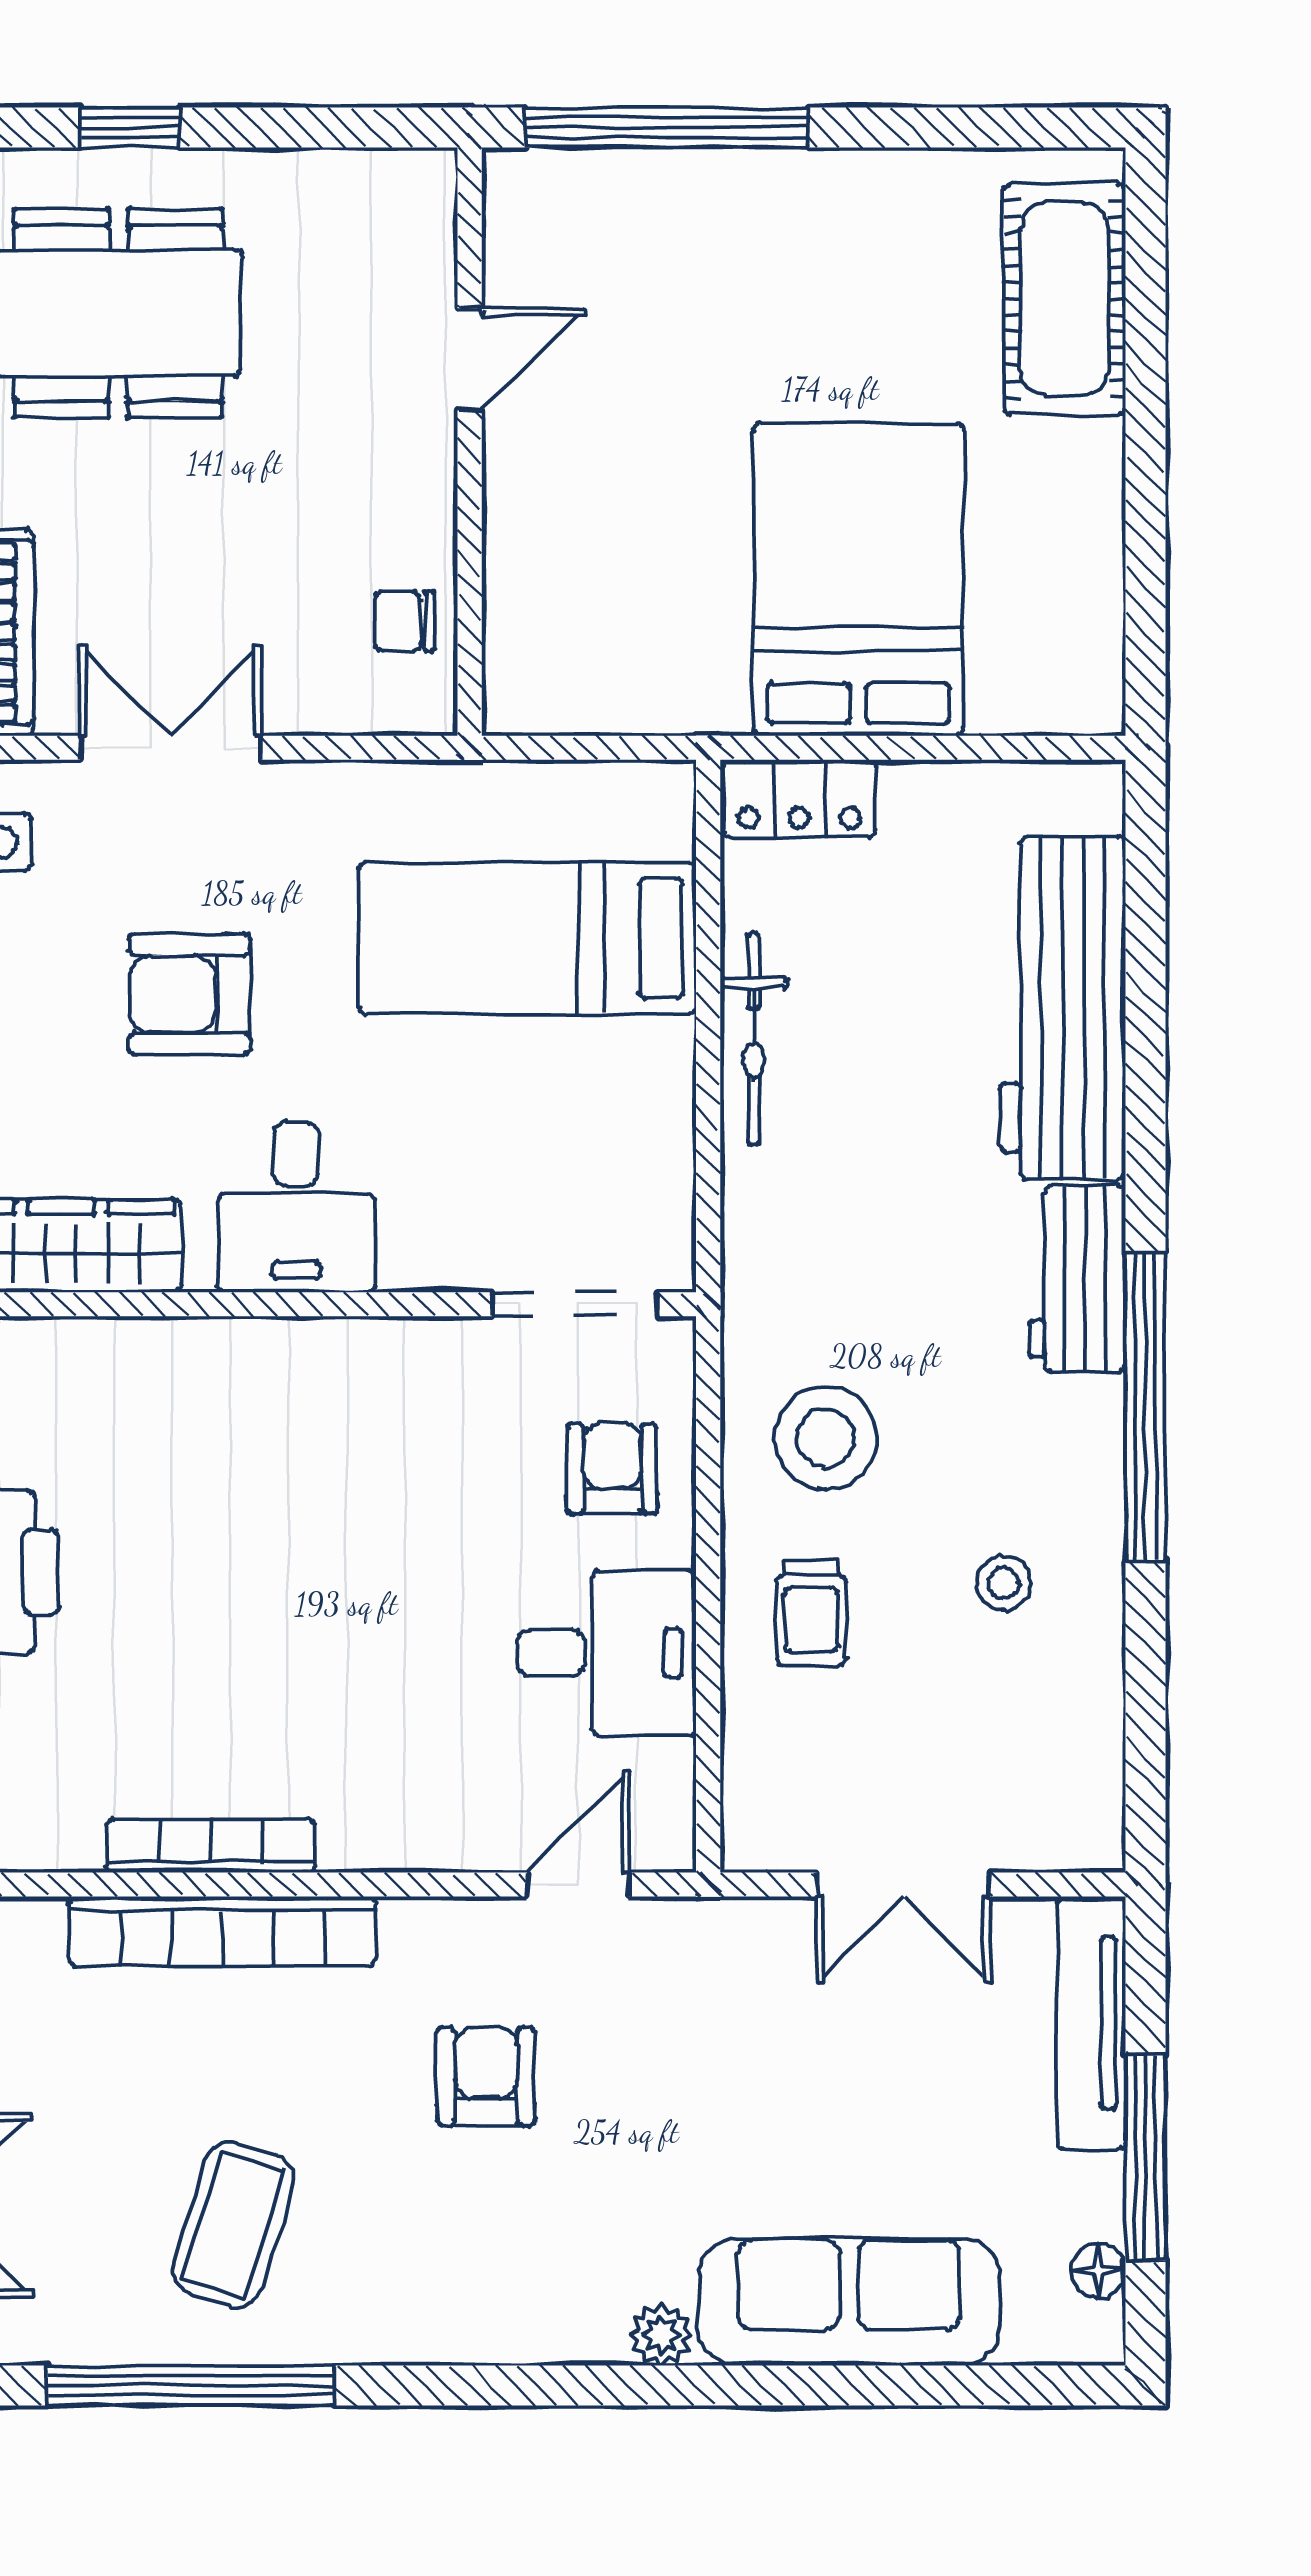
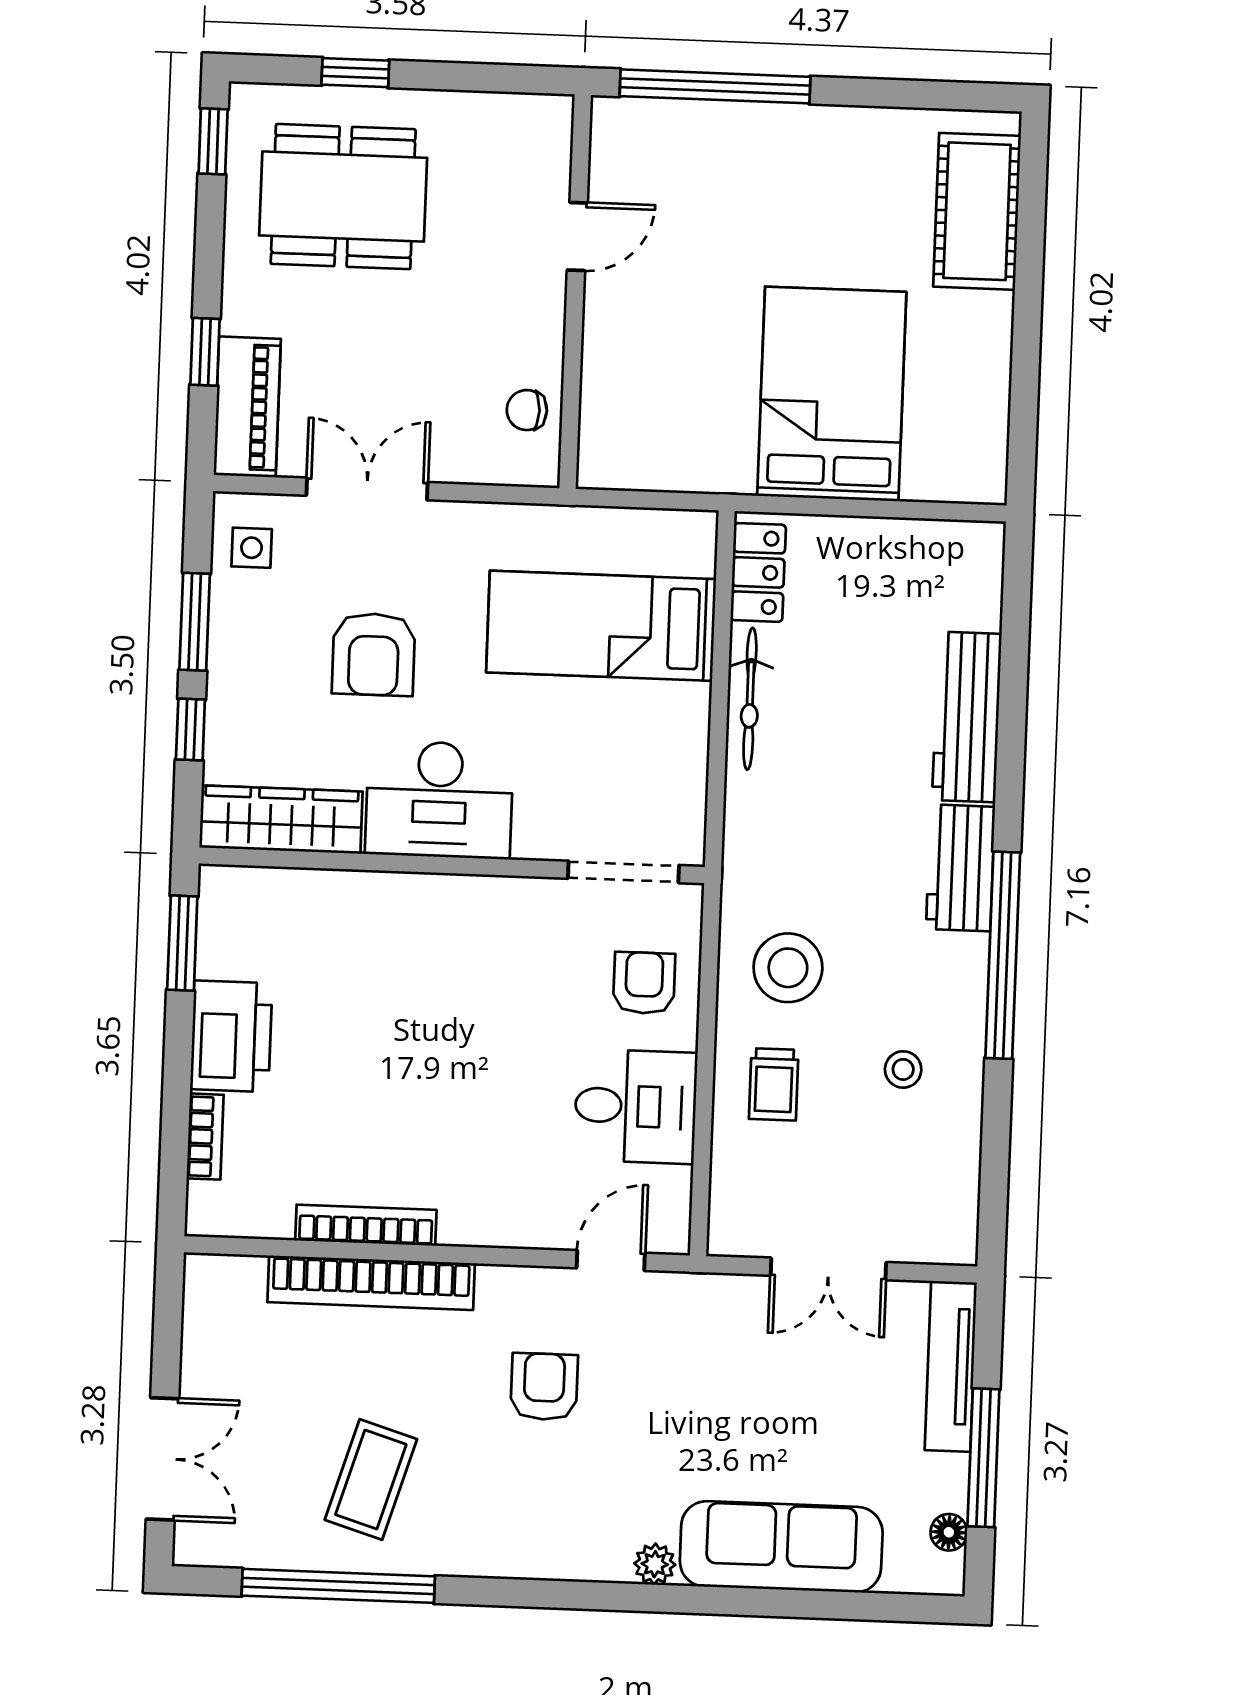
locker: (799, 798) -> (758, 572), moved, turned -90
armchair: (190, 994) -> (374, 654), turned -90
workbench: (1063, 1008) -> (967, 717), width x0.73, depth x0.76
desk: (296, 1207) -> (439, 800), width x1.37

